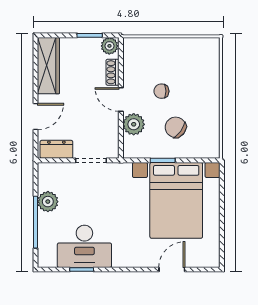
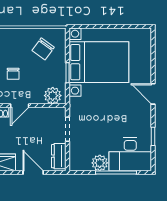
plant: (134, 124) -> (53, 96), moved
chair: (176, 127) -> (43, 49), moved
desk: (84, 246) -> (130, 154), moved, turned 90
door: (172, 269) -> (153, 94), moved

